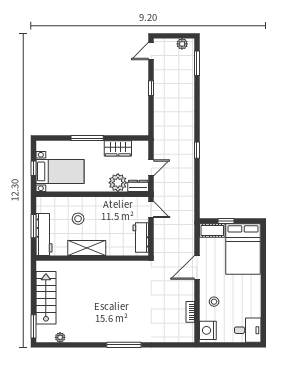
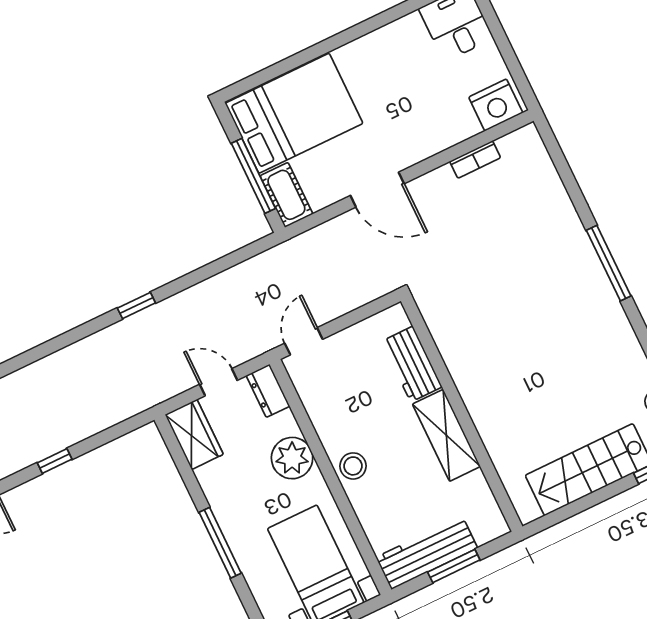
wardrobe: (118, 148) -> (194, 434), moved
plant: (118, 183) -> (292, 458), moved
stool: (78, 219) -> (353, 466), moved
window: (226, 221) -> (253, 176), width x2.17
workbench: (44, 234) -> (427, 553), moved
workbench: (141, 237) -> (412, 364), moved, turned 90
stool: (214, 302) -> (431, 121), removed

